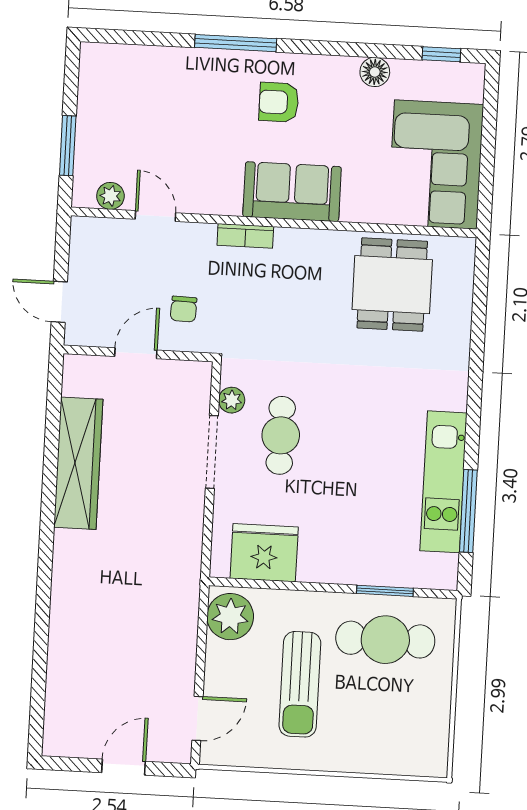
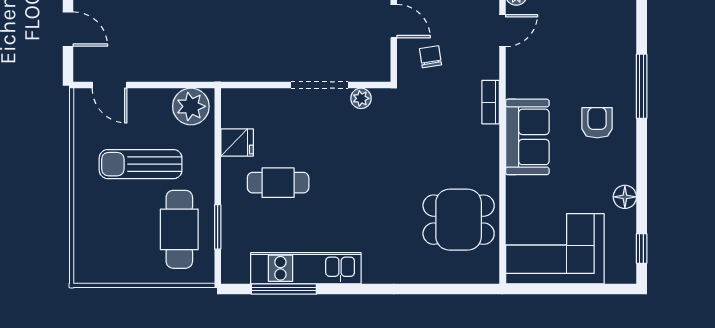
chair: (184, 309) -> (430, 57), turned 79
cafe table: (281, 435) -> (278, 183), moved
fridge: (264, 553) -> (237, 142), width x0.53, depth x0.75

